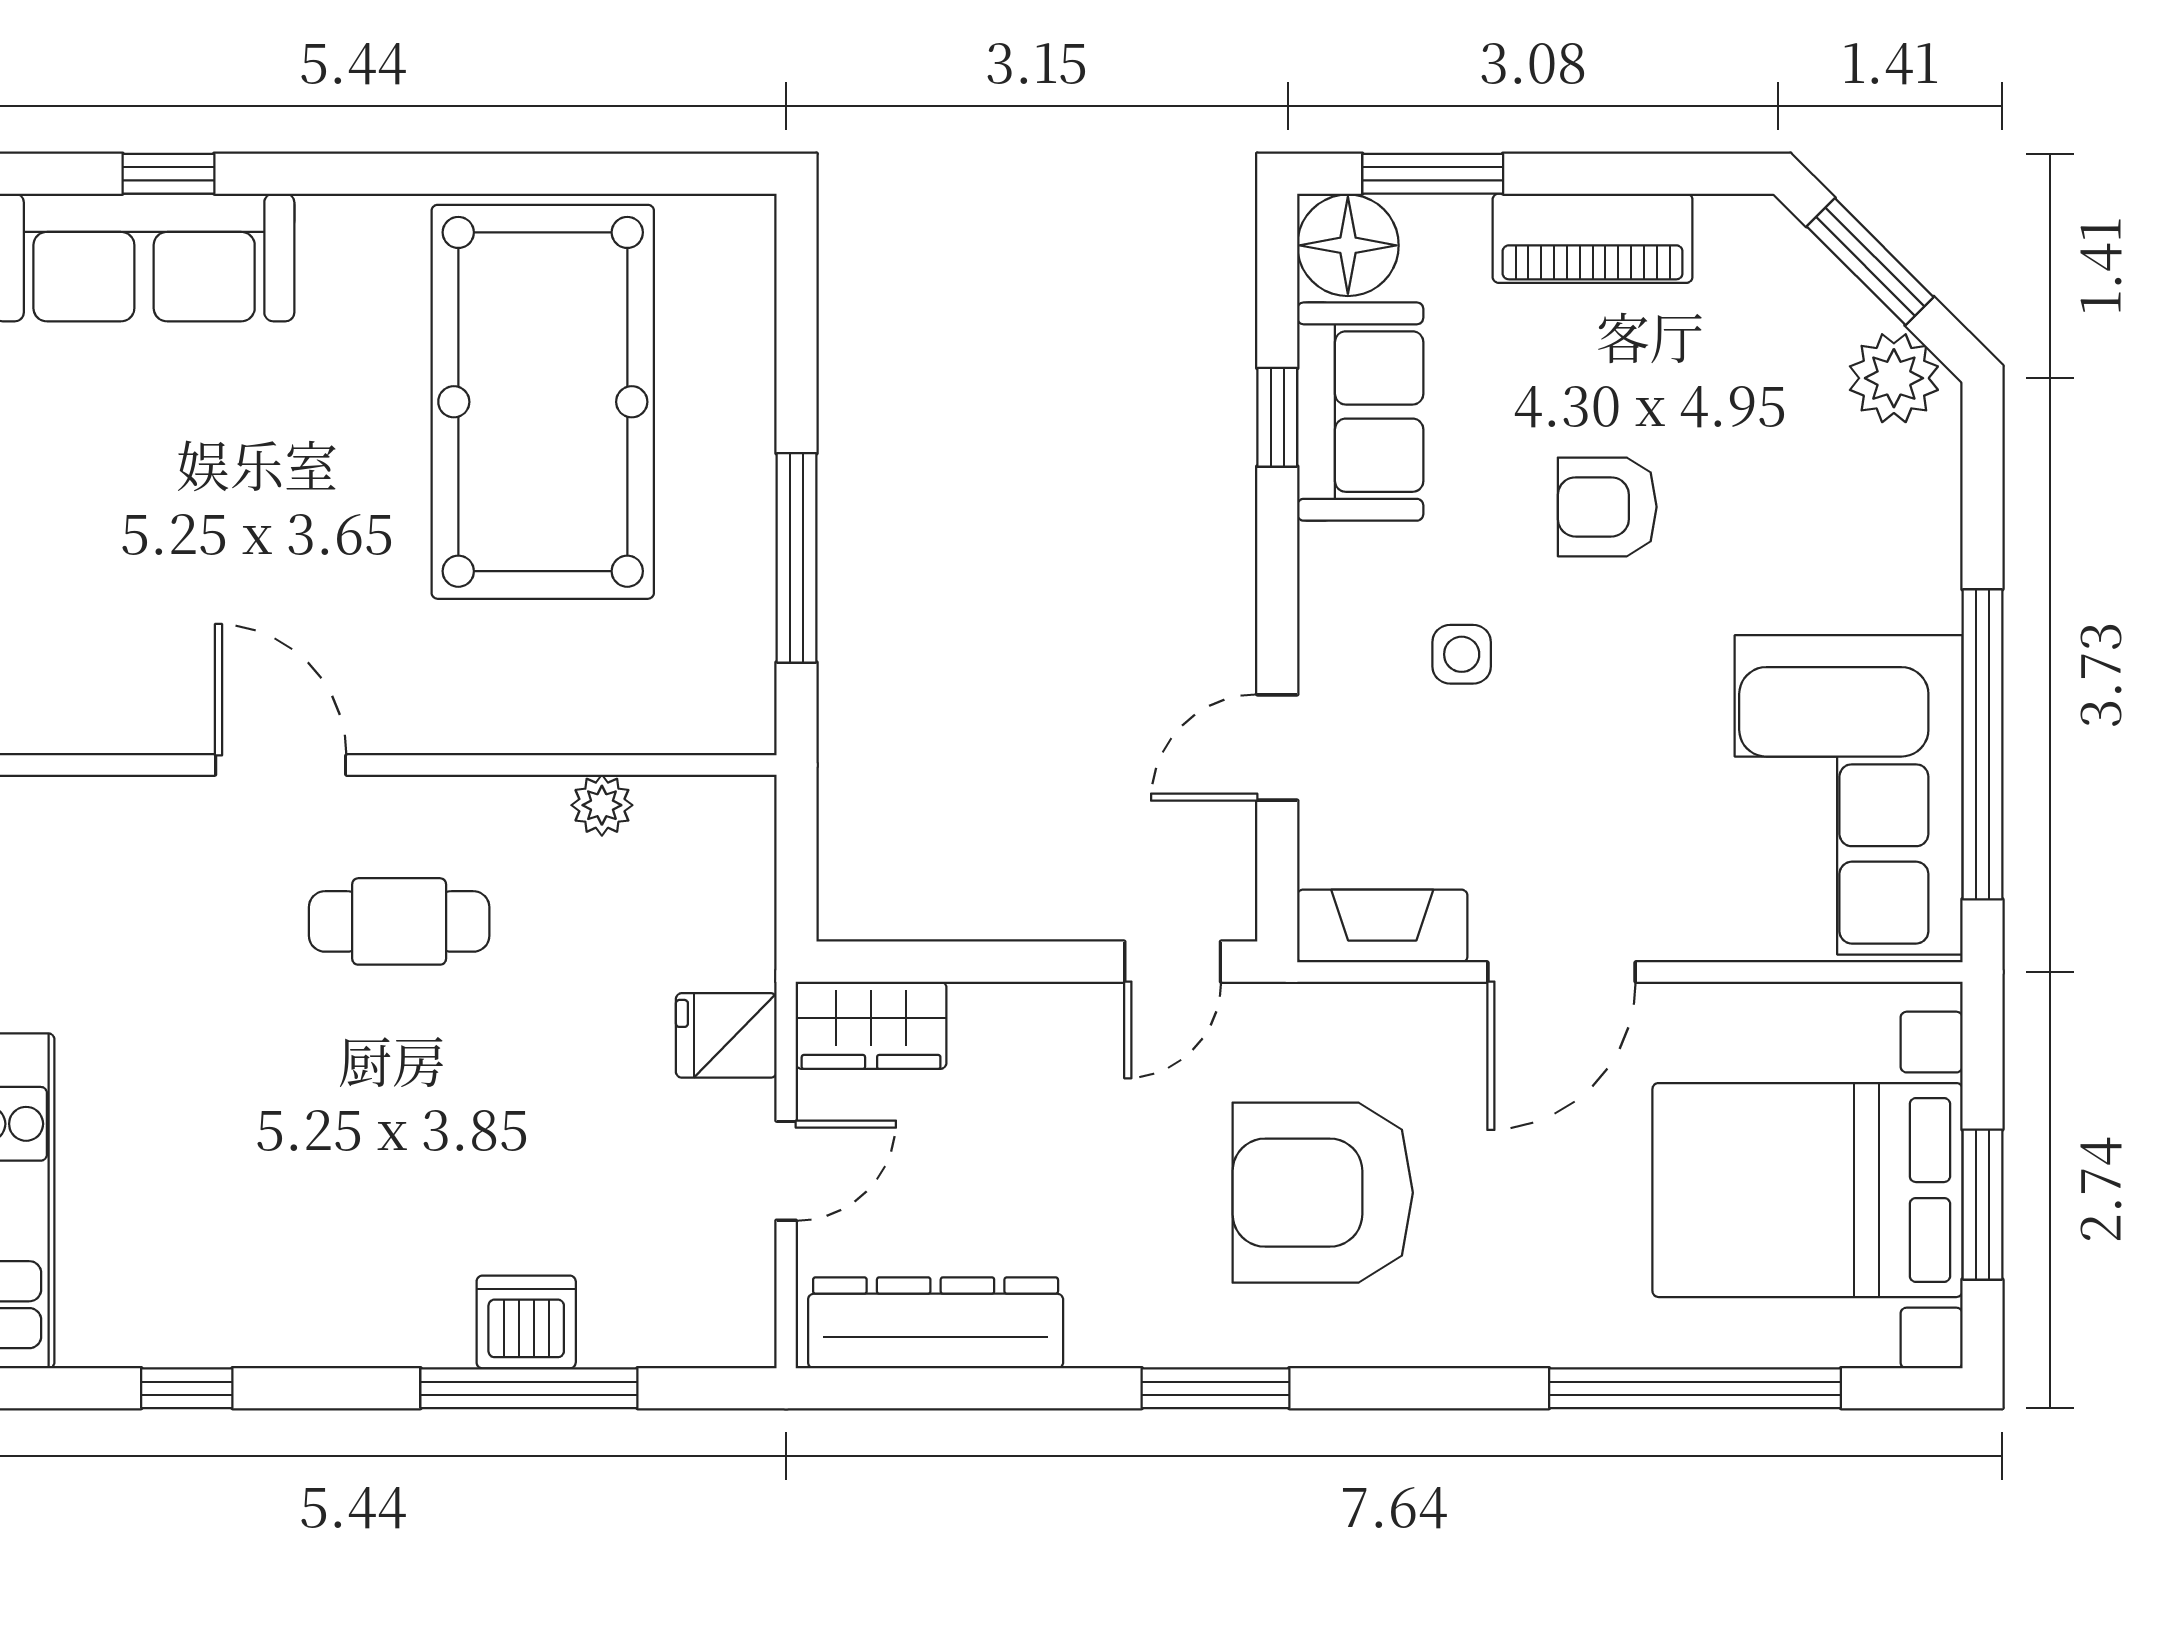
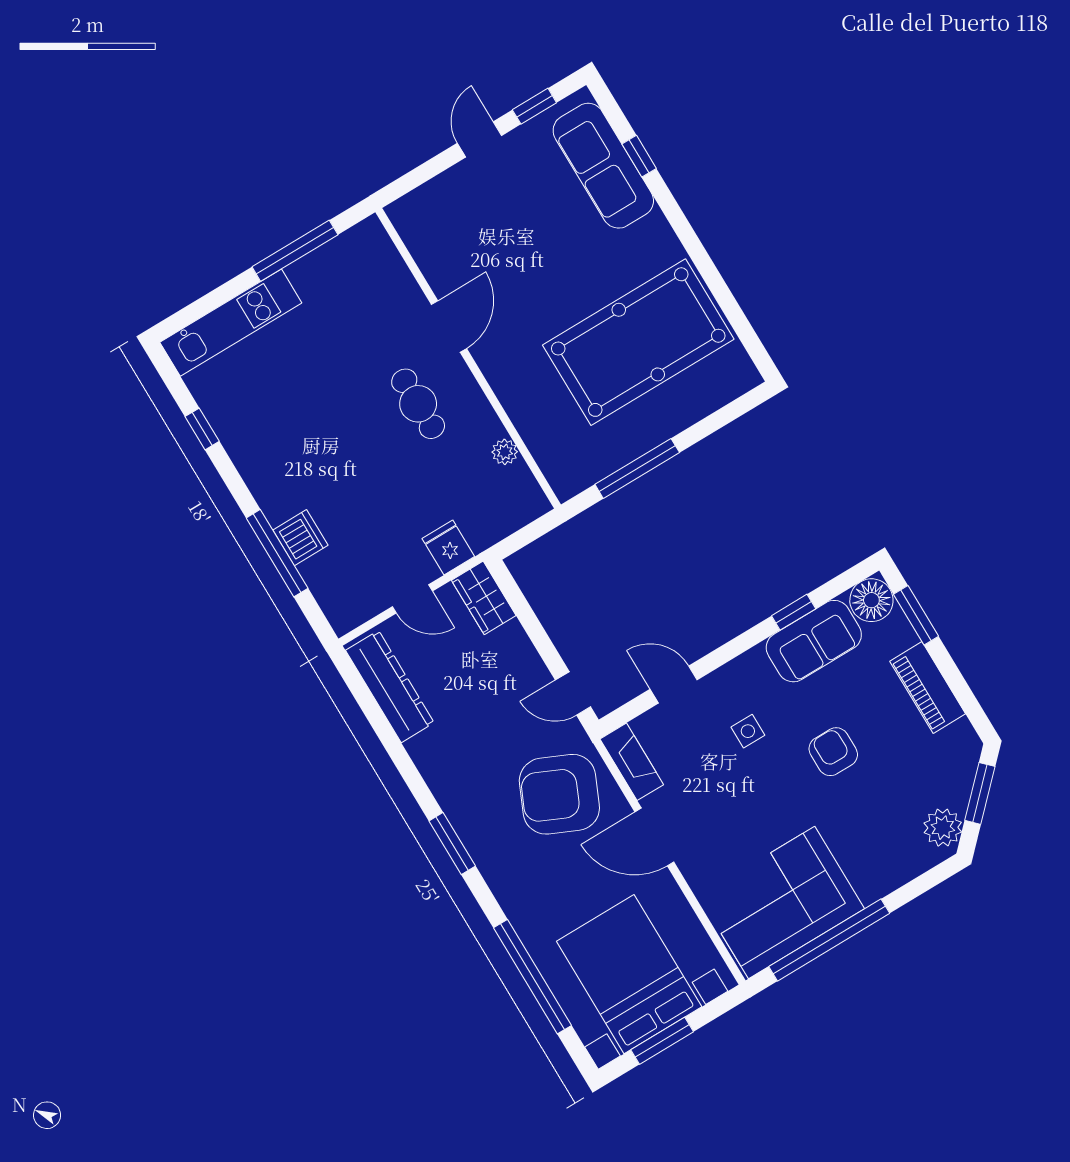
armchair: (1323, 1193) -> (559, 794), moved, turned -66
window: (1216, 1388) -> (452, 844), moved

